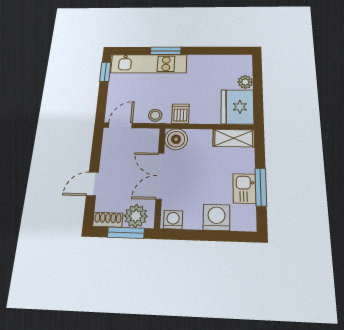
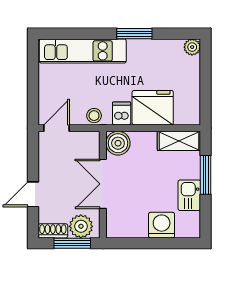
window: (166, 51) -> (134, 34), moved
window: (105, 72) -> (33, 62), removed
plant: (245, 82) -> (192, 47), moved
fridge: (237, 107) -> (153, 108), moved, turned 90
window: (261, 187) -> (206, 175), moved
washing machine: (173, 220) -> (119, 229), removed

